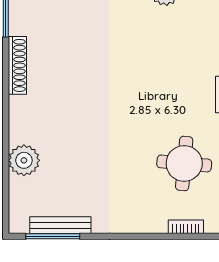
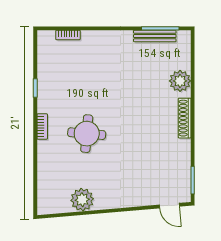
shoe rack: (17, 65) -> (185, 118), moved
round table: (184, 163) -> (87, 134), moved

